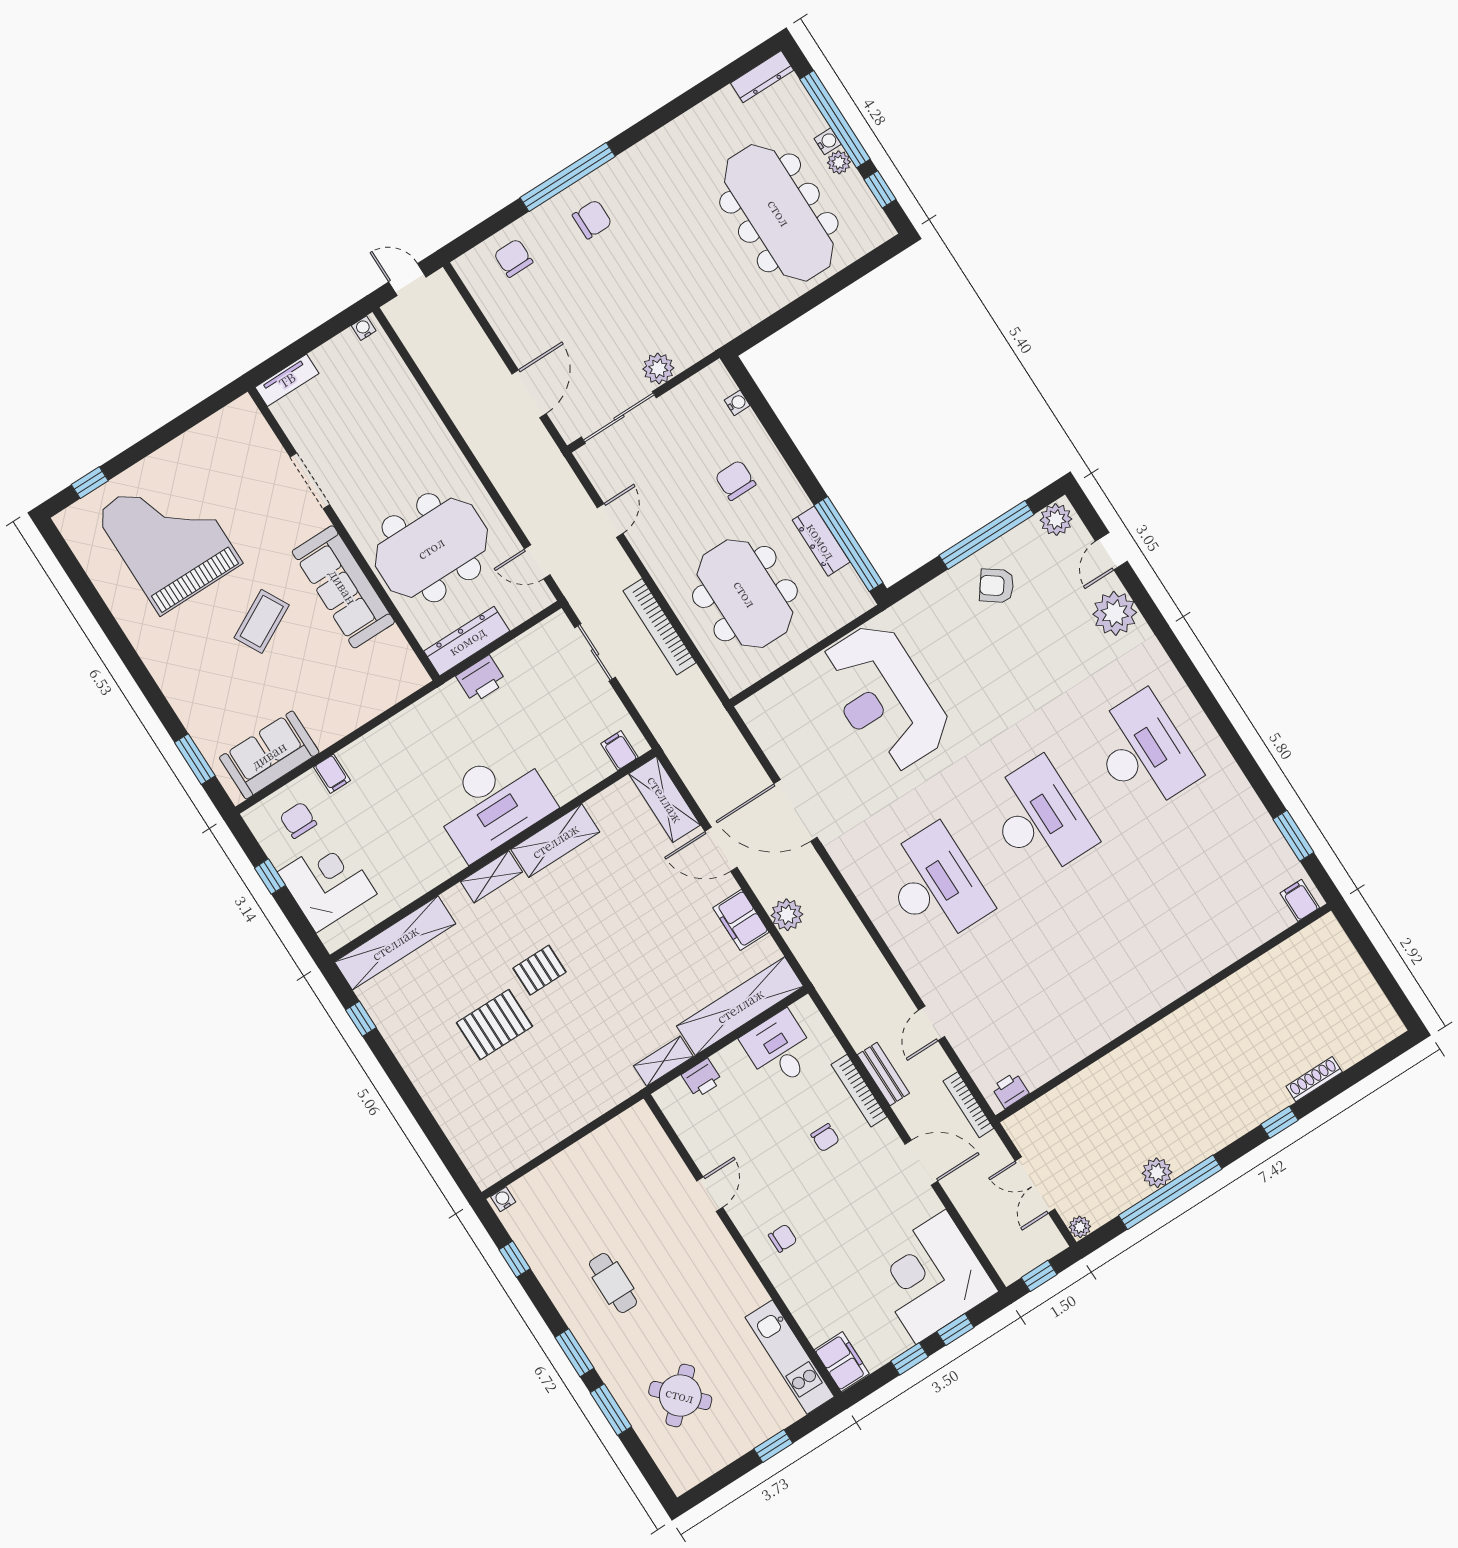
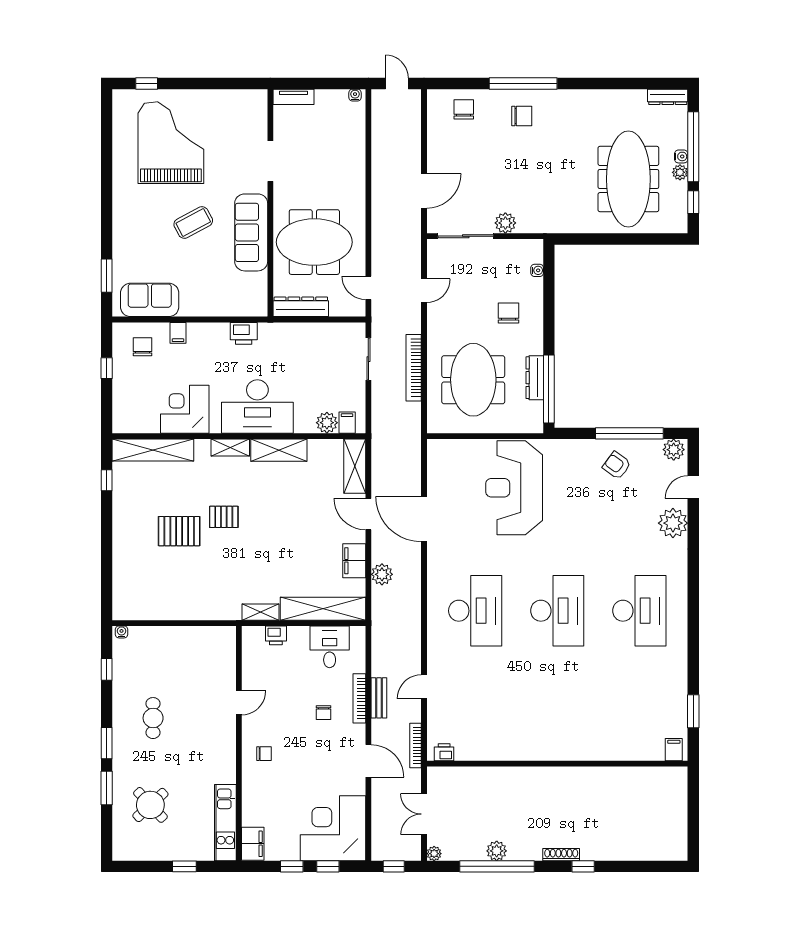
printer: (481, 679) -> (244, 333), moved
plant: (594, 767) -> (327, 423), added
corner desk: (327, 883) -> (185, 409), moved, turned -90
shoe rack: (1314, 1079) -> (561, 855), moved

